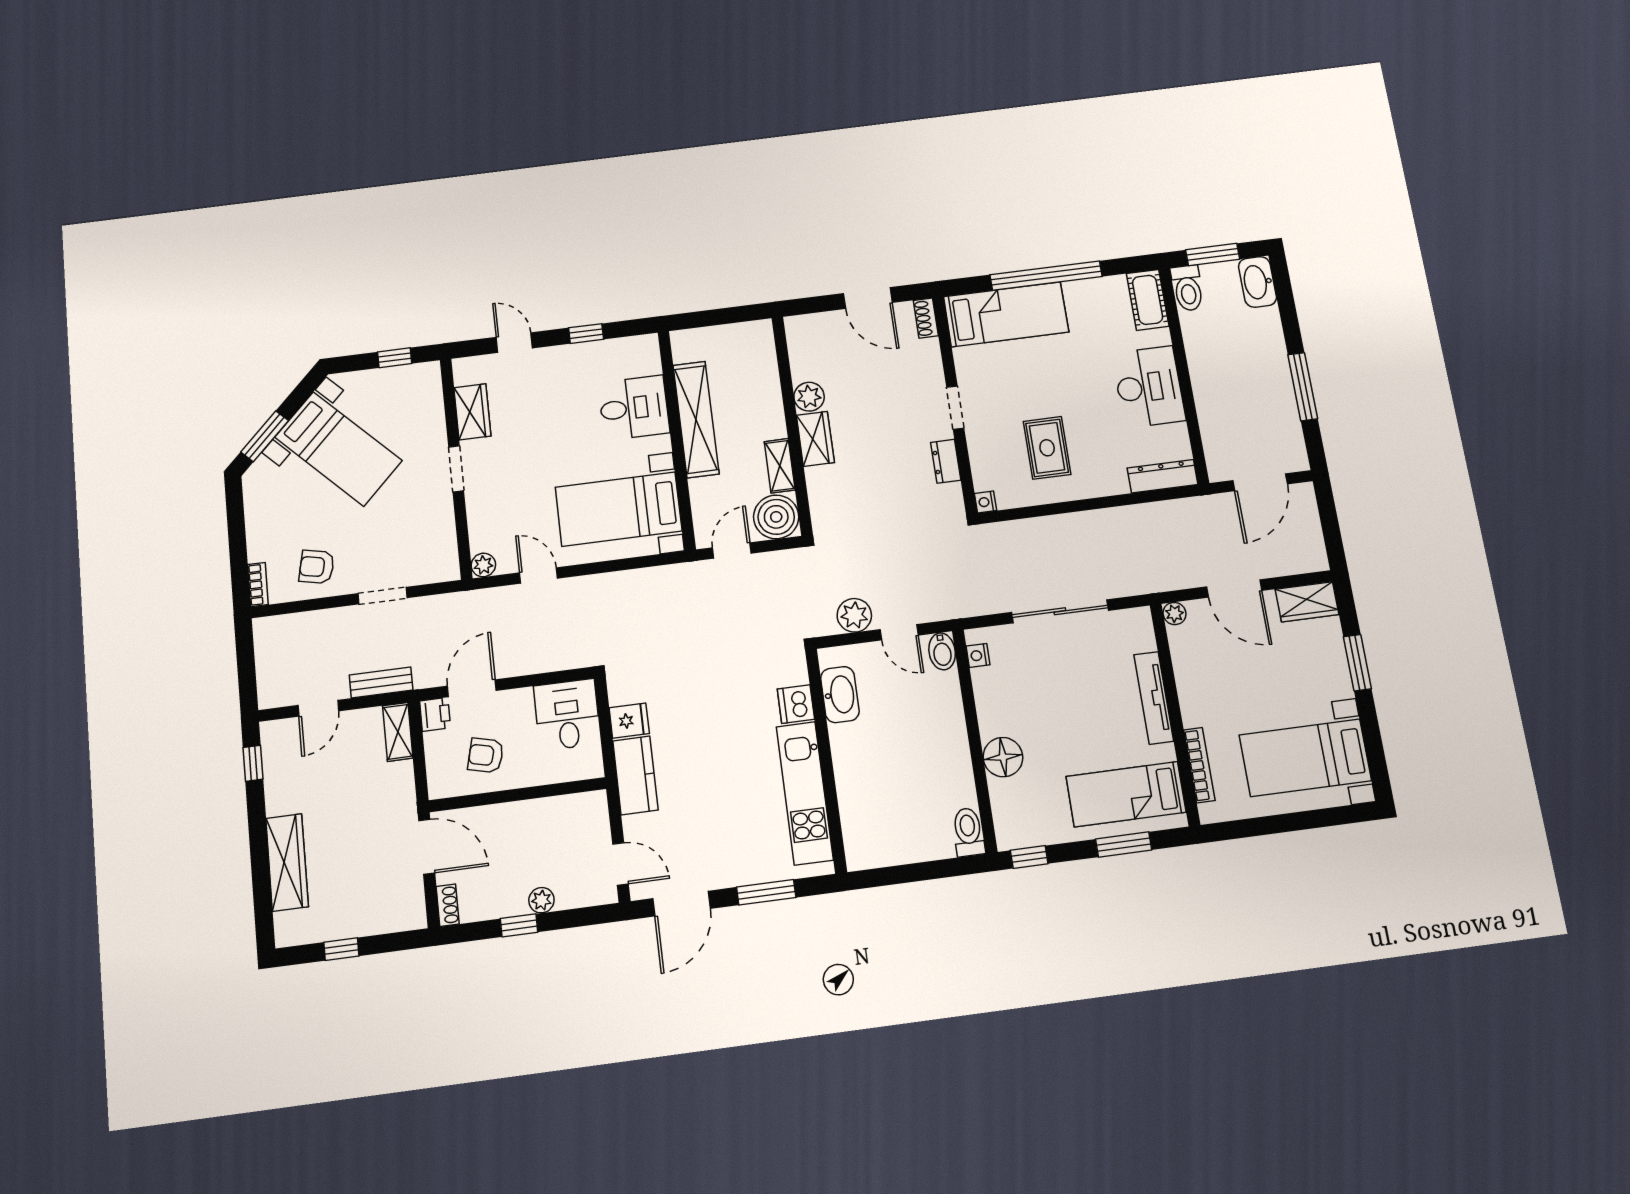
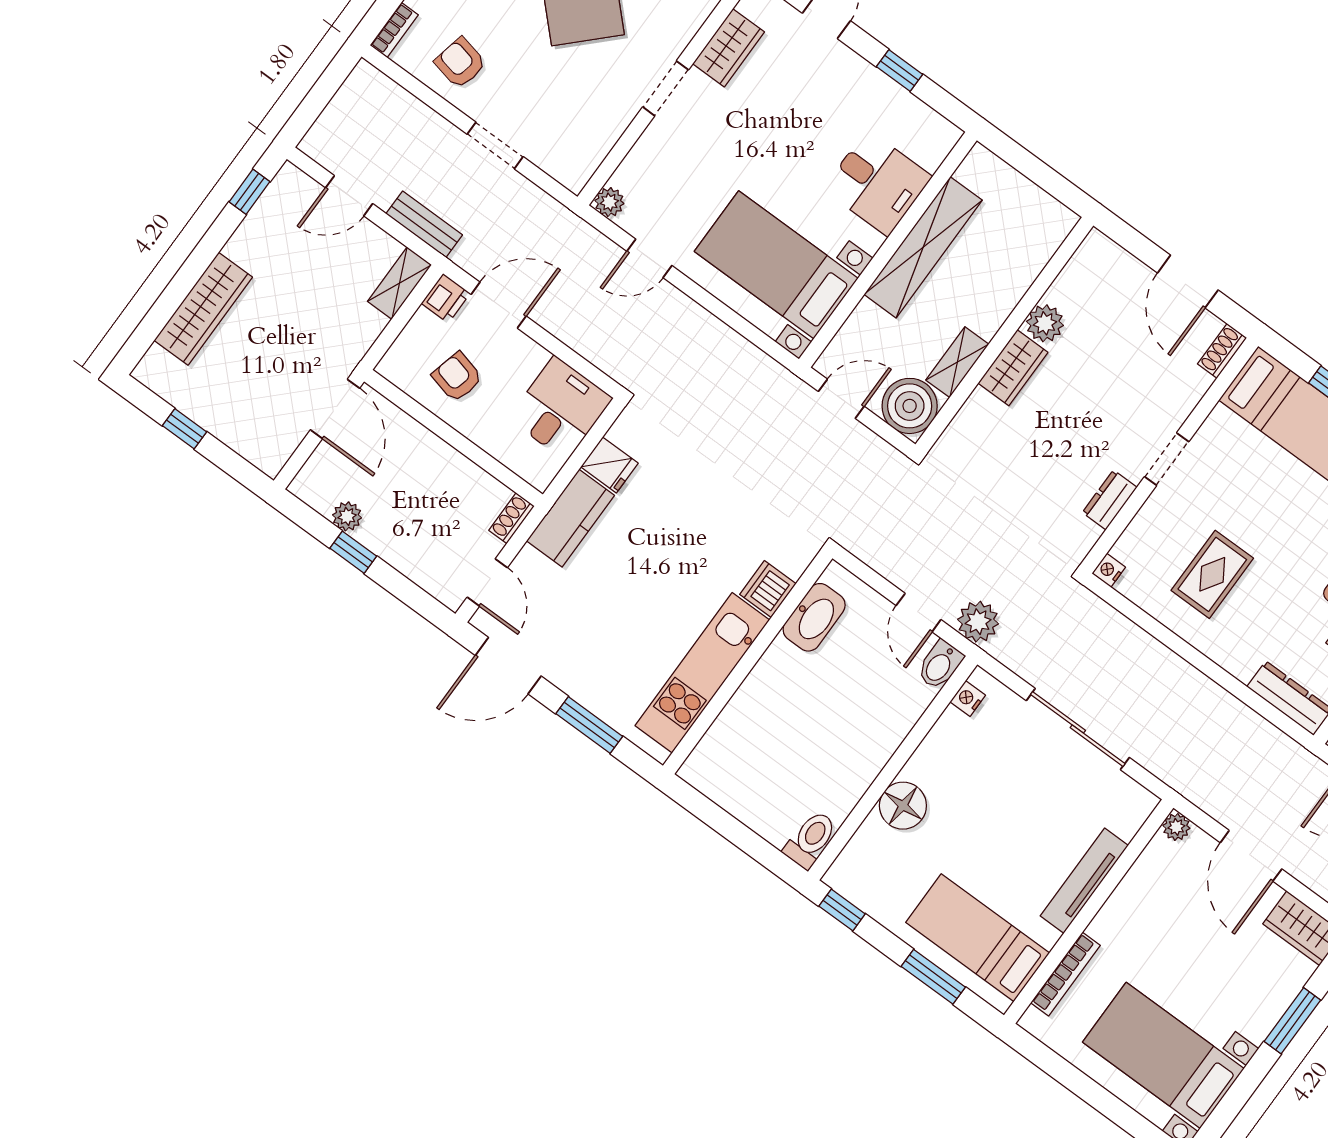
door: (539, 575) -> (649, 258), swing flipped
plant: (854, 615) -> (978, 622), moved
plant: (541, 900) -> (347, 516), moved
shoe rack: (448, 905) -> (512, 518), moved, turned 180

